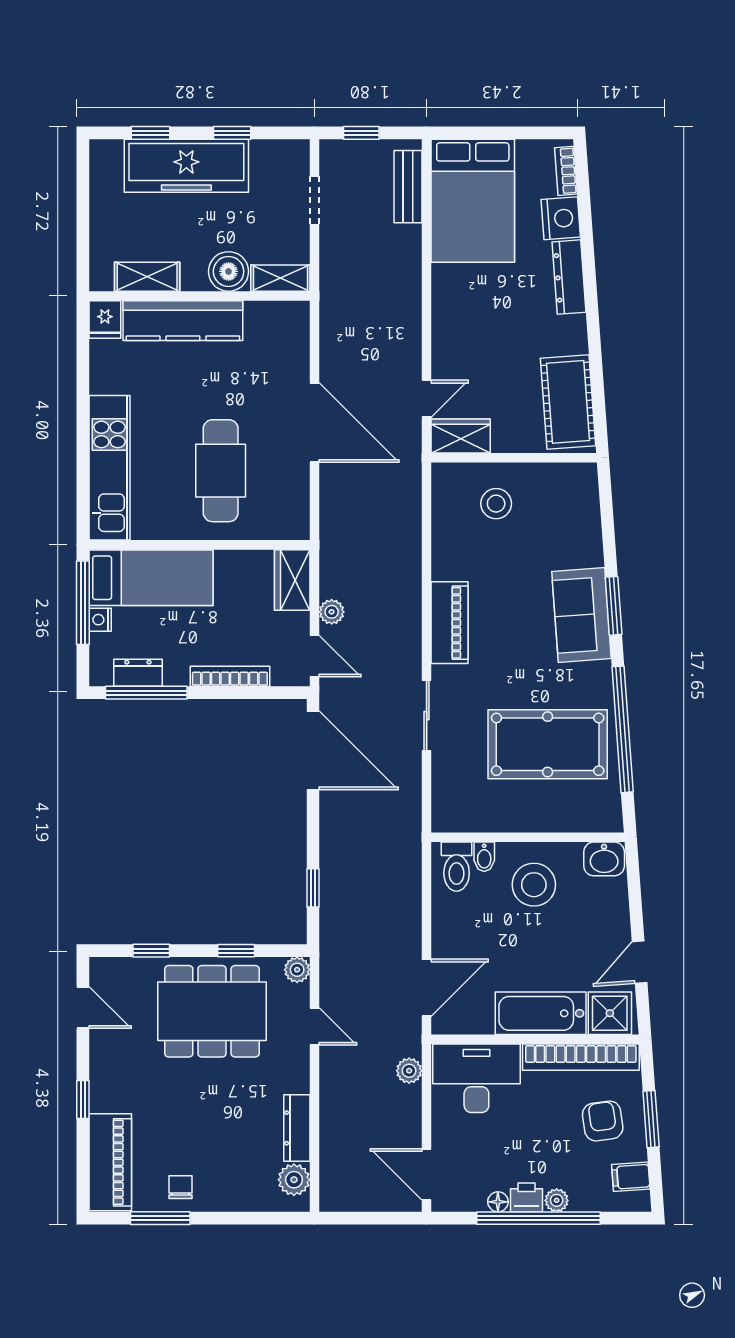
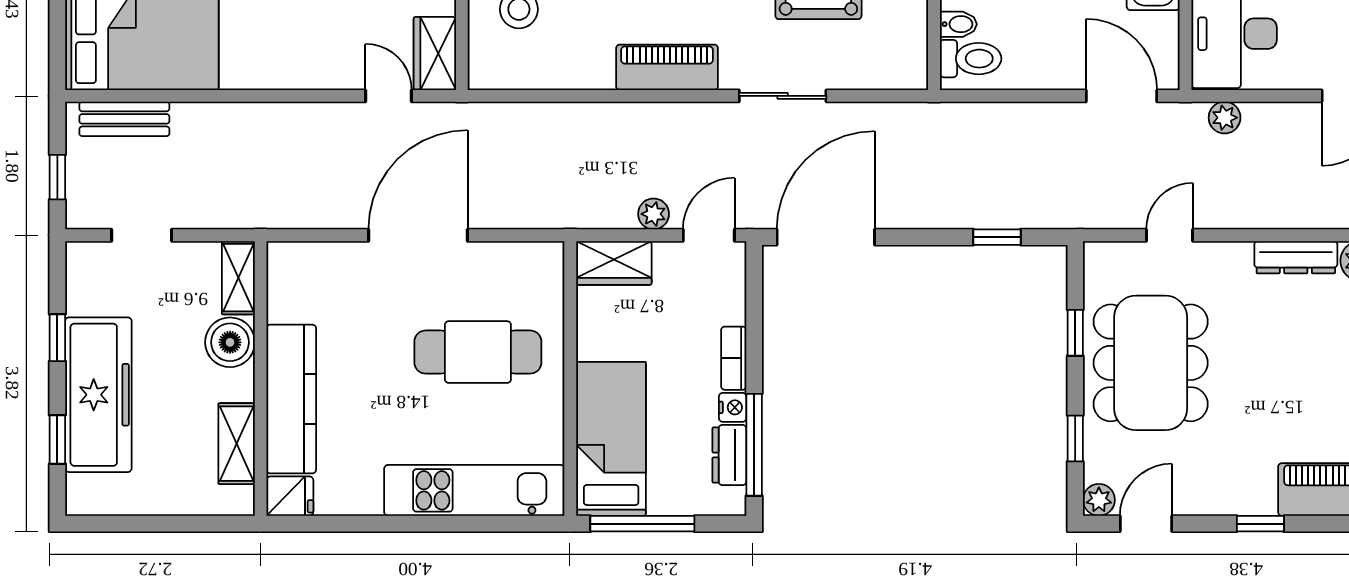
nightstand: (100, 620) -> (733, 407), moved, turned -90
bookcase: (230, 676) -> (734, 358), width x0.64
plant: (297, 970) -> (1099, 500), moved

